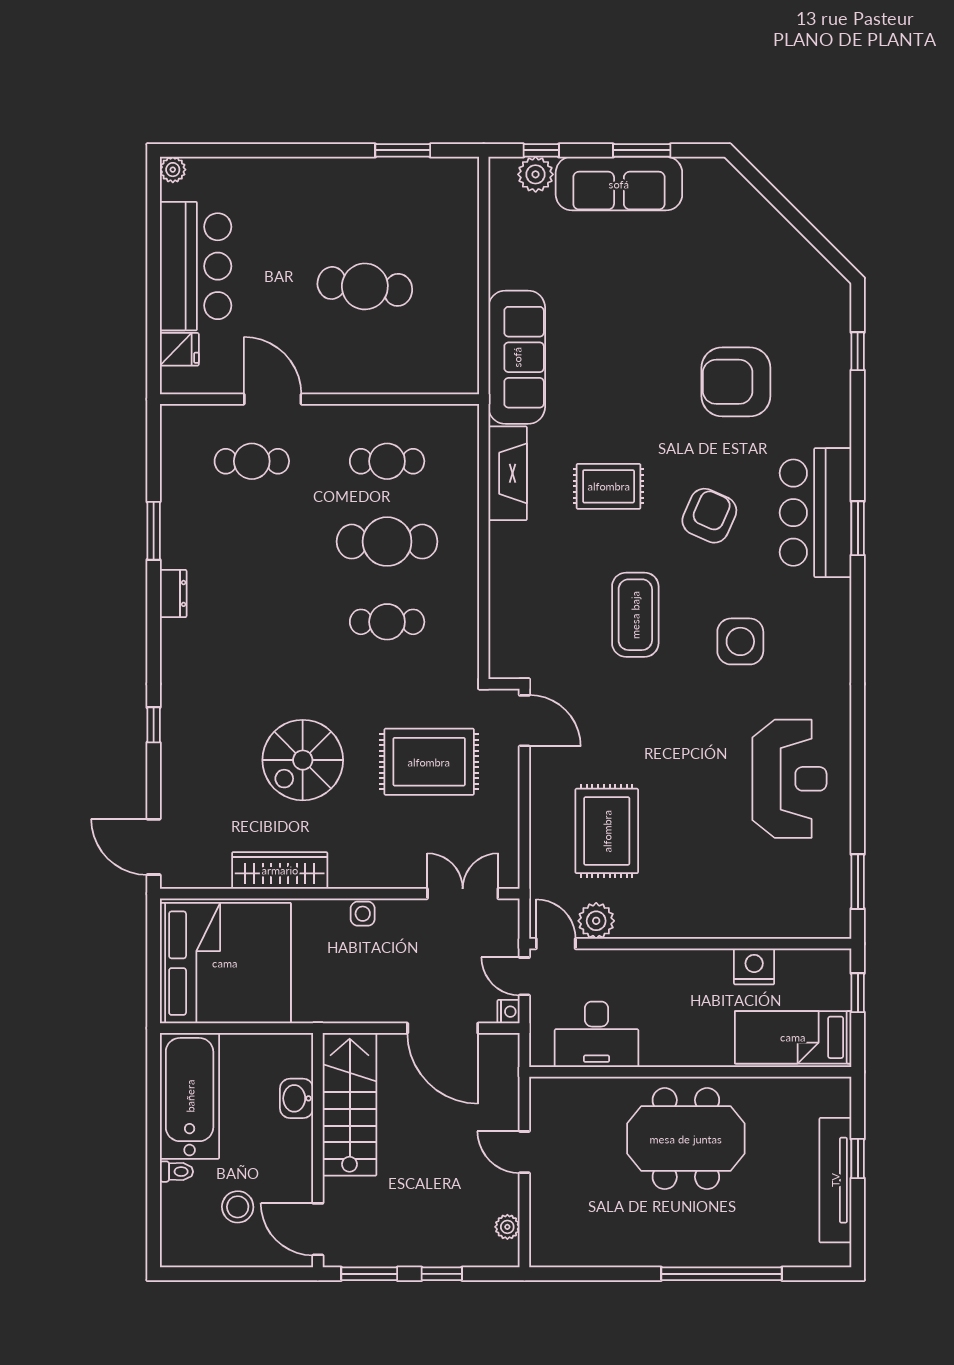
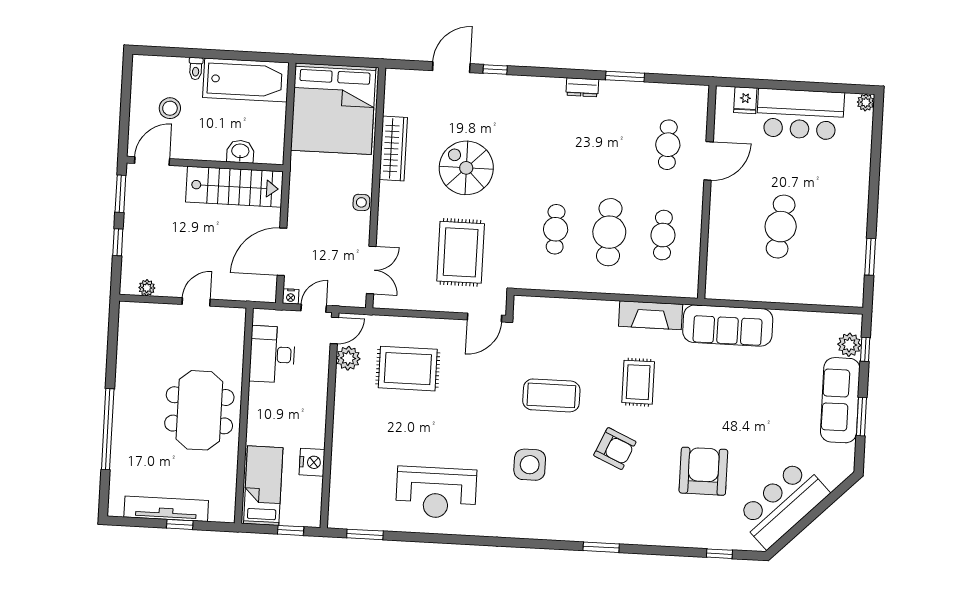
bar counter: (816, 513) -> (783, 504), moved, turned -45
door: (154, 847) -> (451, 67), moved

